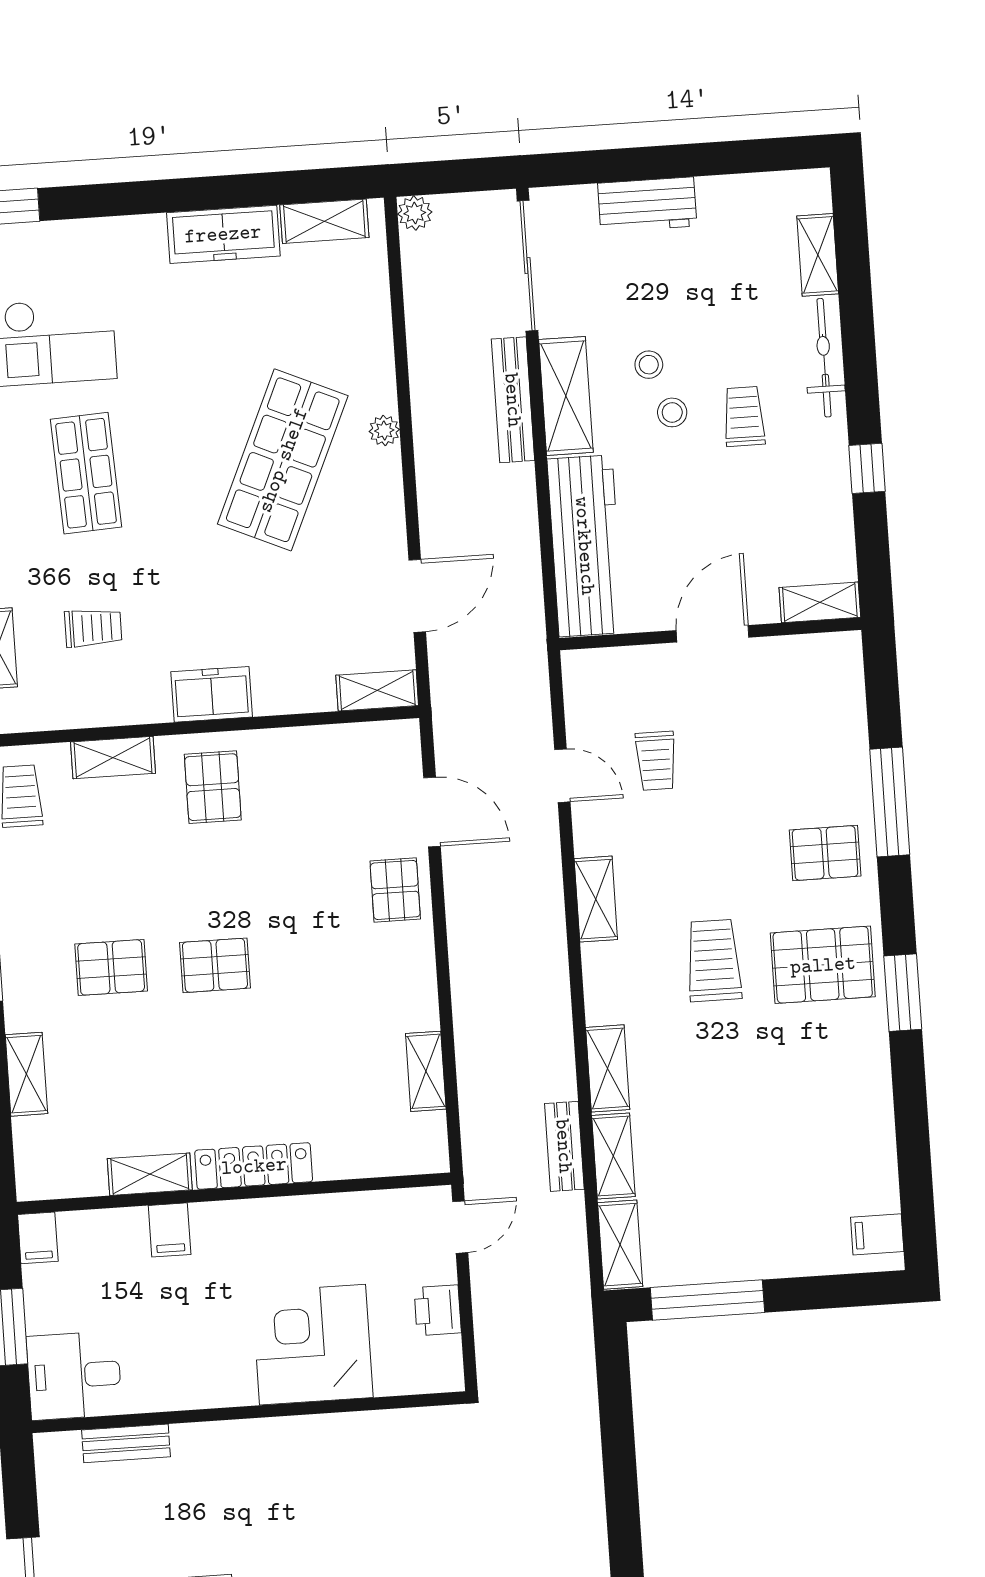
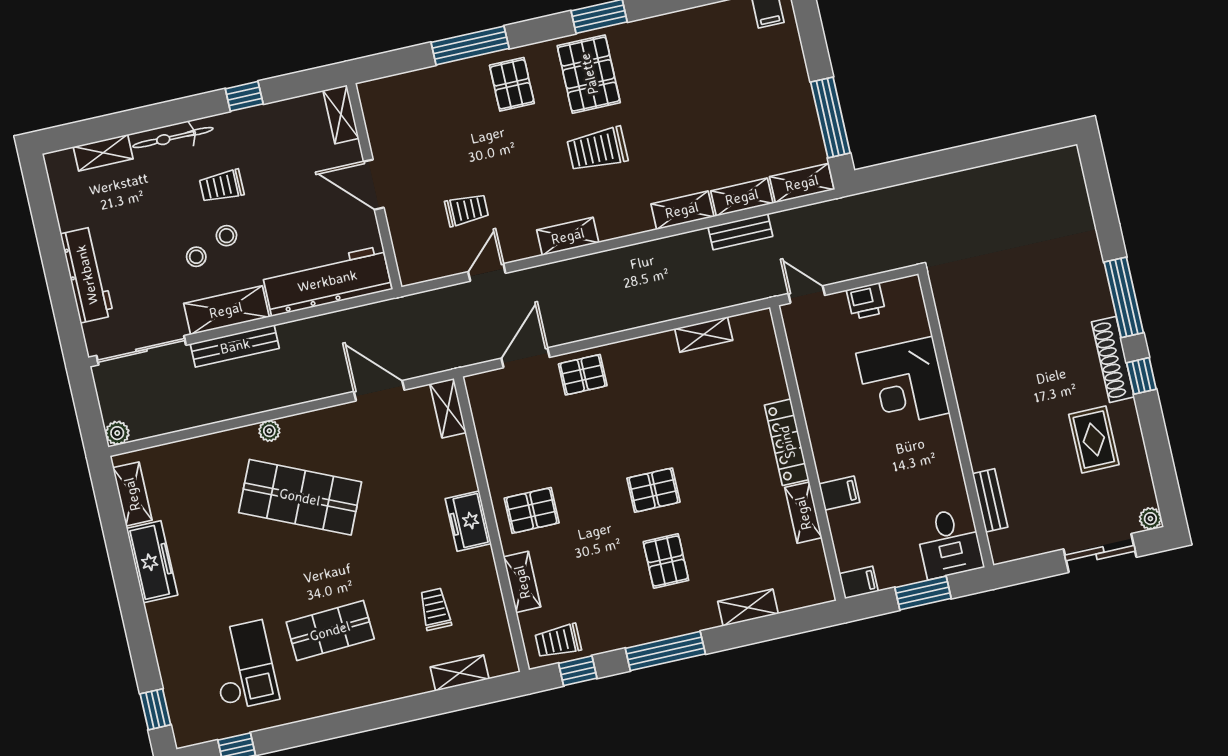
workbench: (647, 205) -> (87, 275), width x1.38
pallet: (215, 965) -> (653, 490), turned 90

